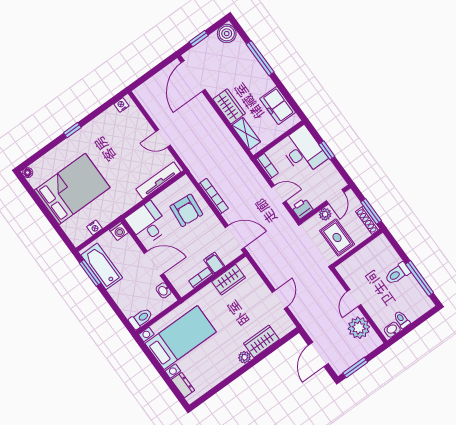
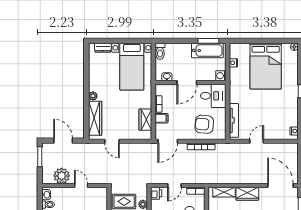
wardrobe: (261, 341) -> (95, 118), width x1.50

